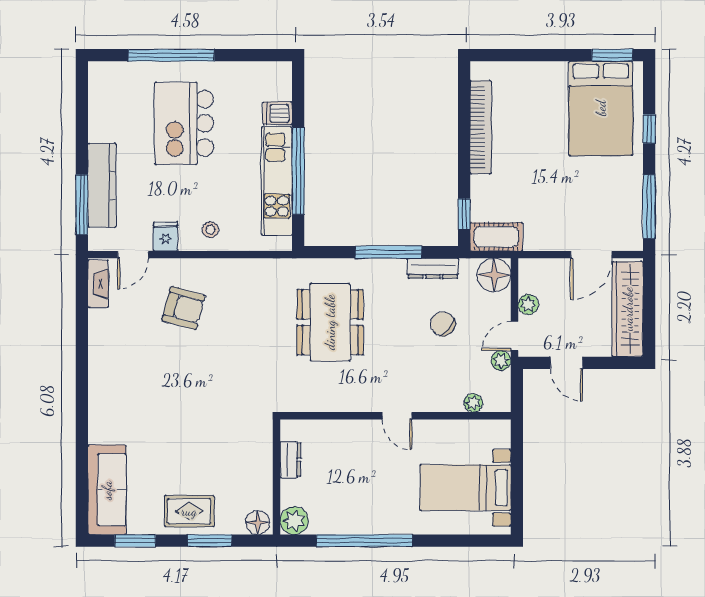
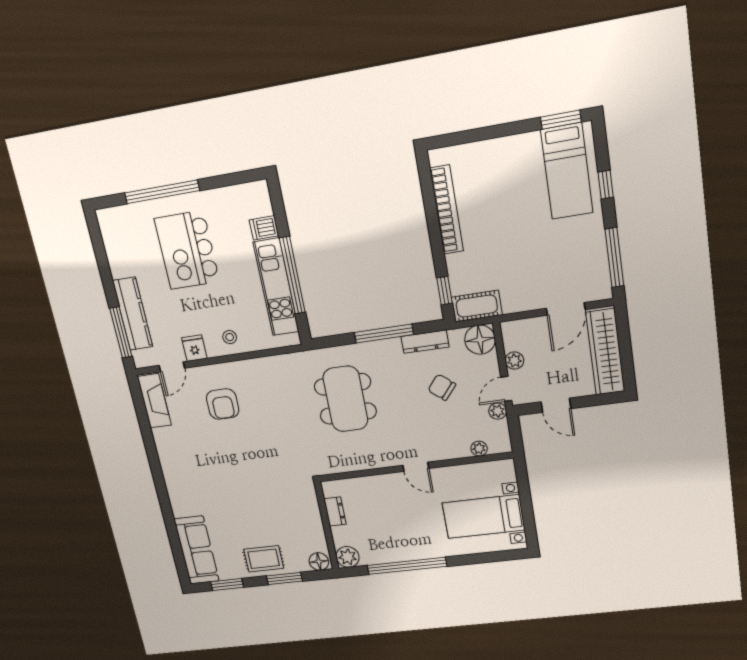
bed: (601, 108) -> (567, 171), width x0.67
fireplace: (98, 284) -> (154, 401), width x1.37, depth x1.32
armchair: (184, 308) -> (223, 404), turned 75

